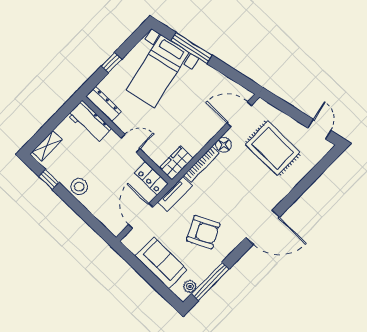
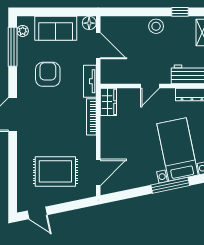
floor lamp: (224, 145) -> (89, 23), moved
locker: (151, 178) -> (115, 77), removed
armchair: (203, 232) -> (48, 74), turned 116

